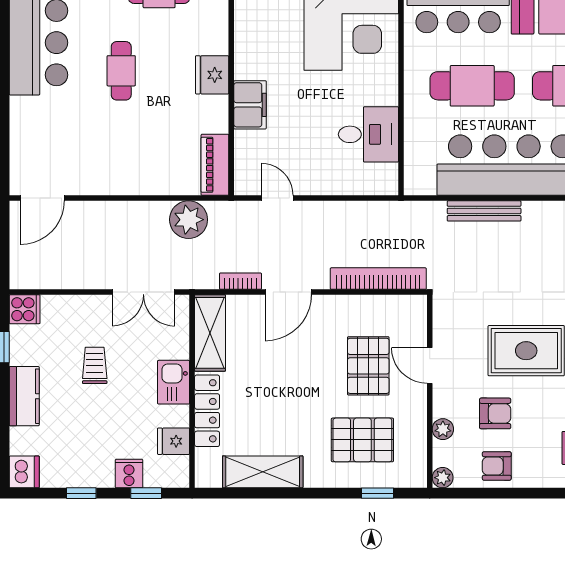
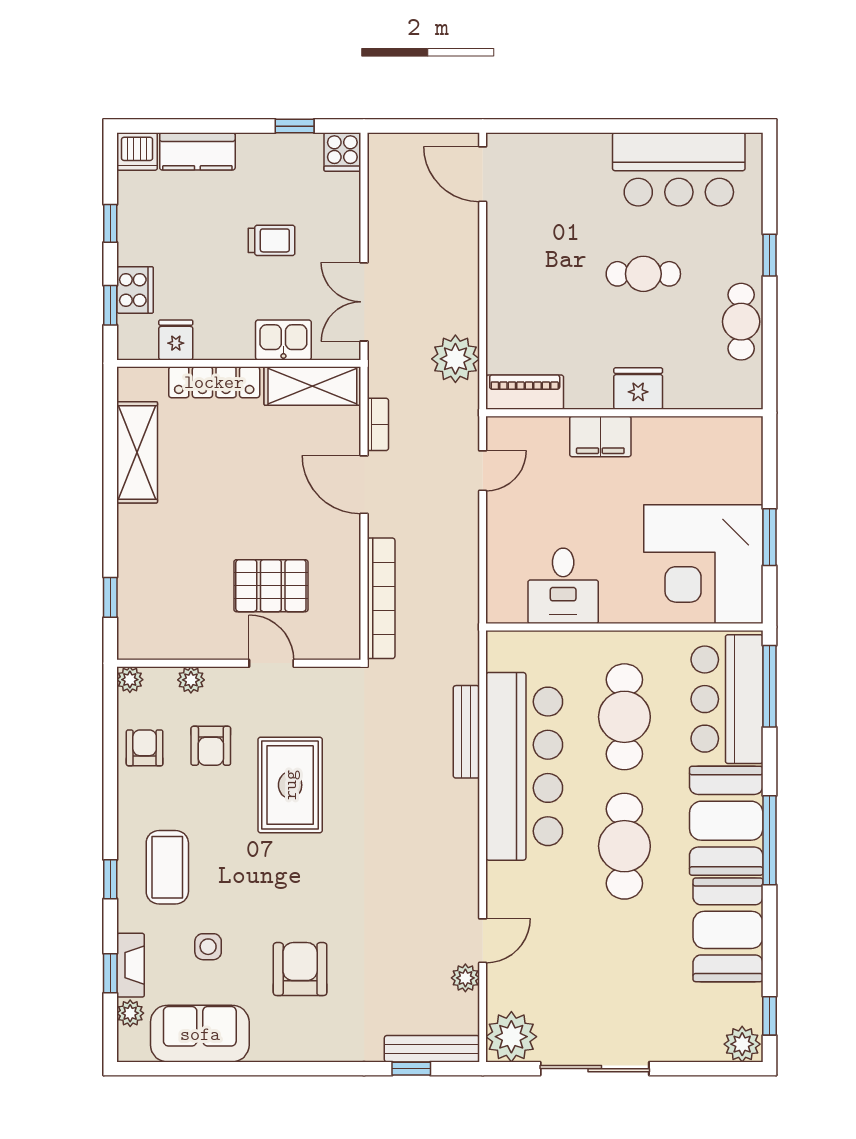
door: (430, 365) -> (271, 663), hinge flipped
kitchen sink: (174, 382) -> (283, 340), moved
kitchen counter: (24, 396) -> (197, 151), moved
pallet: (362, 440) -> (177, 578), removed
cooker: (129, 474) -> (135, 290), width x1.36

